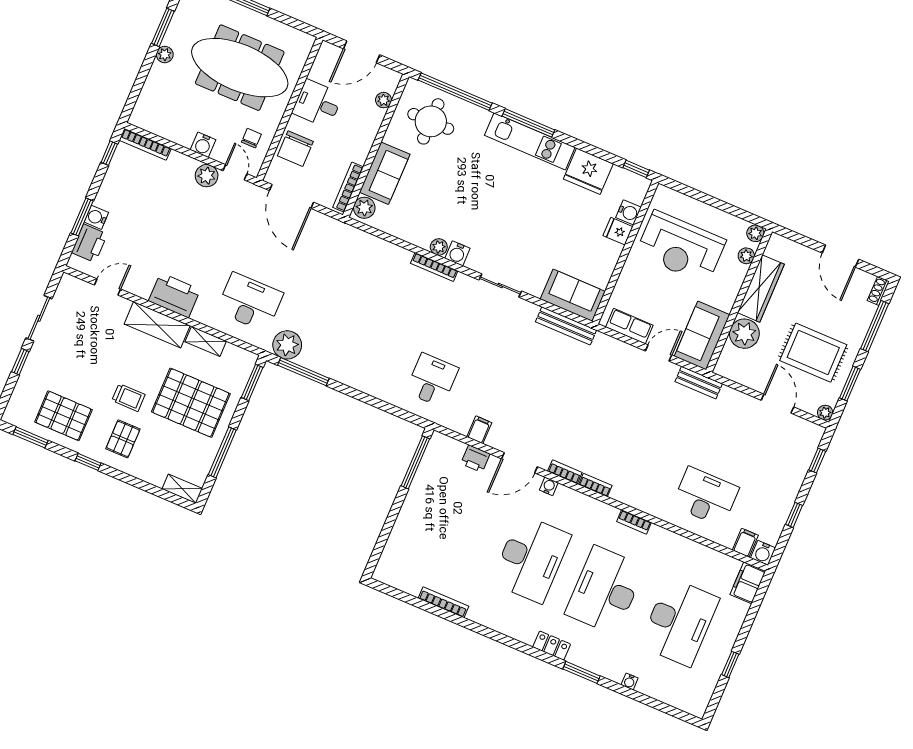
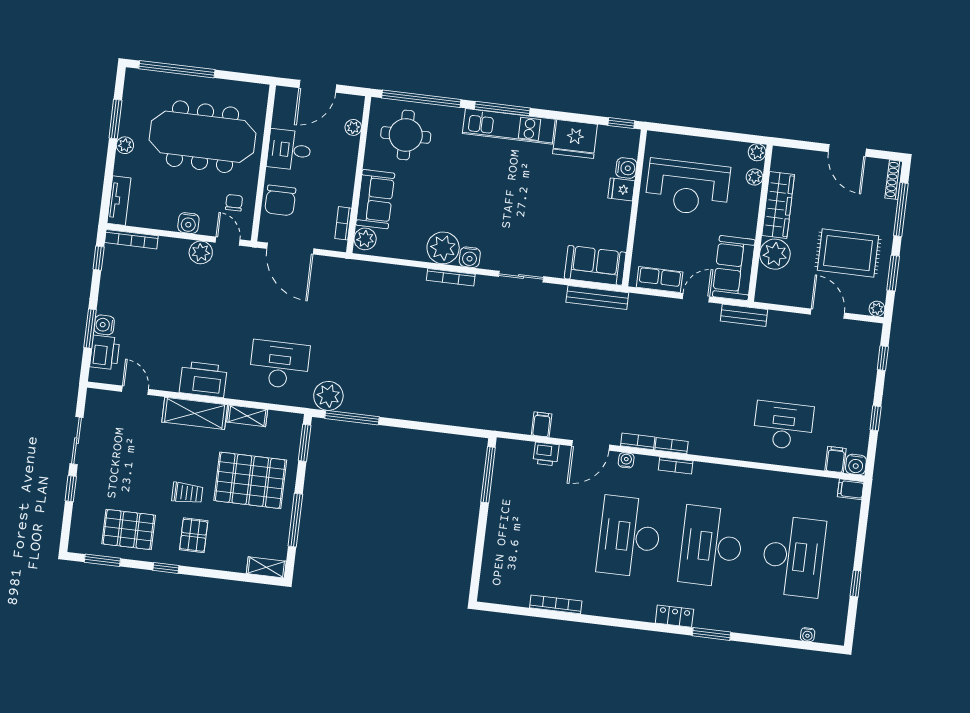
tv unit: (144, 105) -> (119, 201), added
bookcase: (348, 187) -> (343, 223), width x0.64
plant: (439, 247) -> (443, 248), width x1.88, depth x1.88
door: (107, 287) -> (135, 390), hinge flipped
shoe rack: (878, 291) -> (894, 180), width x1.43
desk: (432, 380) -> (481, 389), removed
bookcase: (634, 522) -> (676, 466), moved
desk: (531, 559) -> (629, 537), turned 180
filing cabinet: (748, 583) -> (851, 489), width x0.50
water cooler: (630, 681) -> (808, 635), moved

